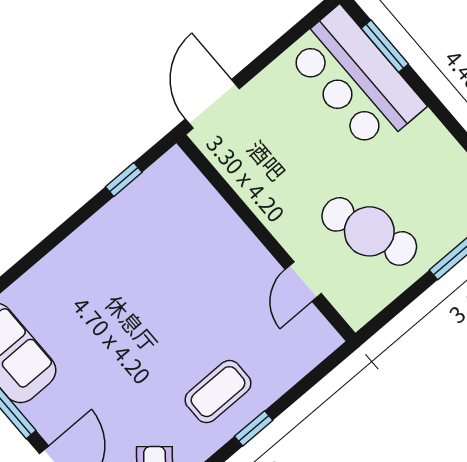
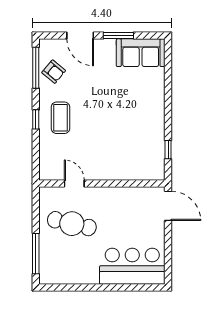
window: (385, 46) -> (135, 288), removed
cafe table: (369, 231) -> (72, 224), turned 34

